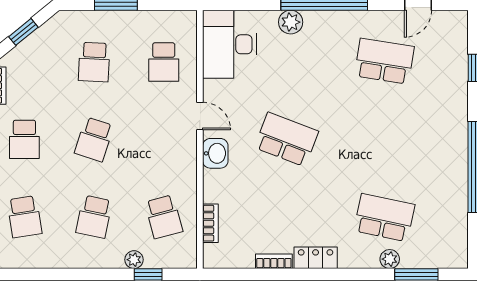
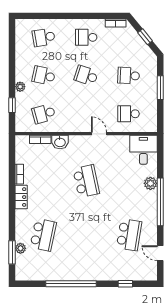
desk: (229, 44) -> (143, 150), width x0.73
door: (200, 116) -> (99, 134), swing flipped
school desk: (286, 139) -> (86, 181), turned -33
washbasin: (215, 153) -> (60, 142), moved
plant: (390, 259) -> (20, 248), moved
plant: (134, 260) -> (20, 87), moved

